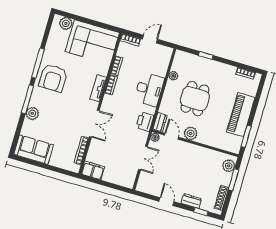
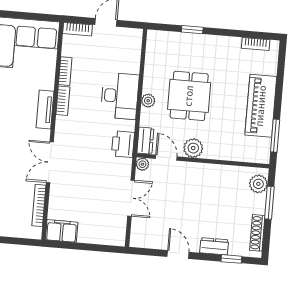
plant: (173, 76) -> (148, 101), moved
double door: (94, 124) -> (50, 162), swing flipped

